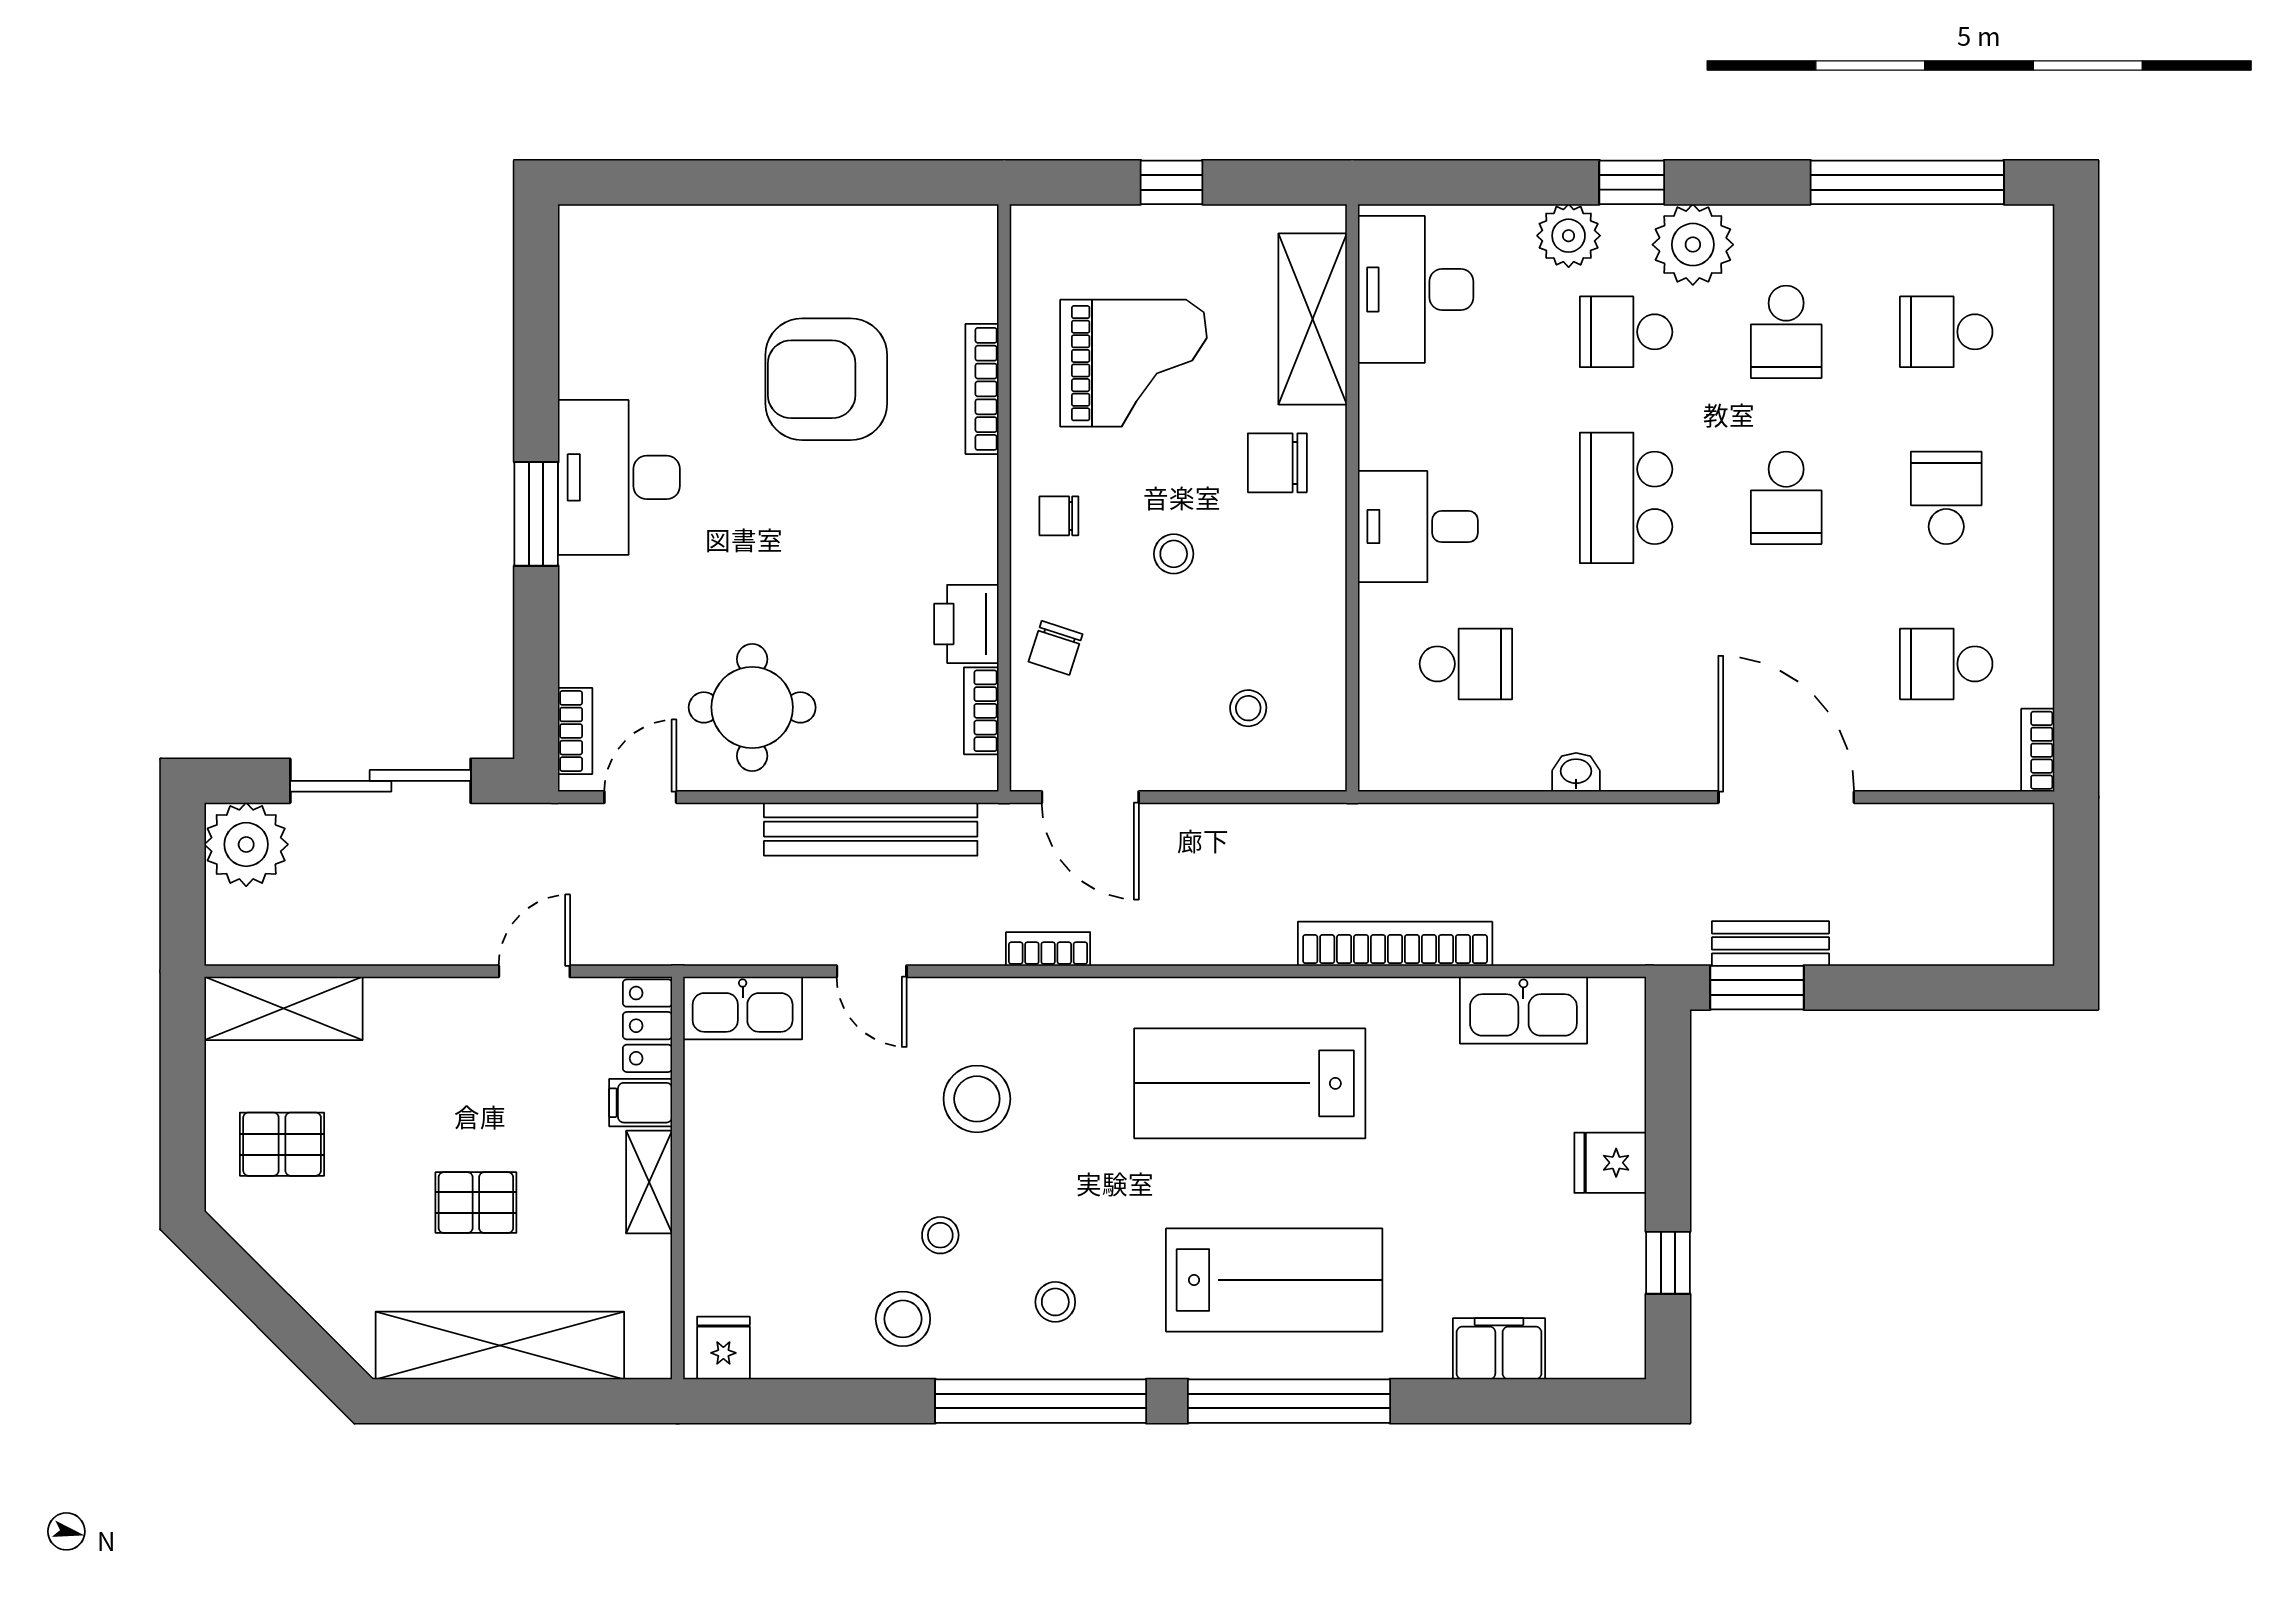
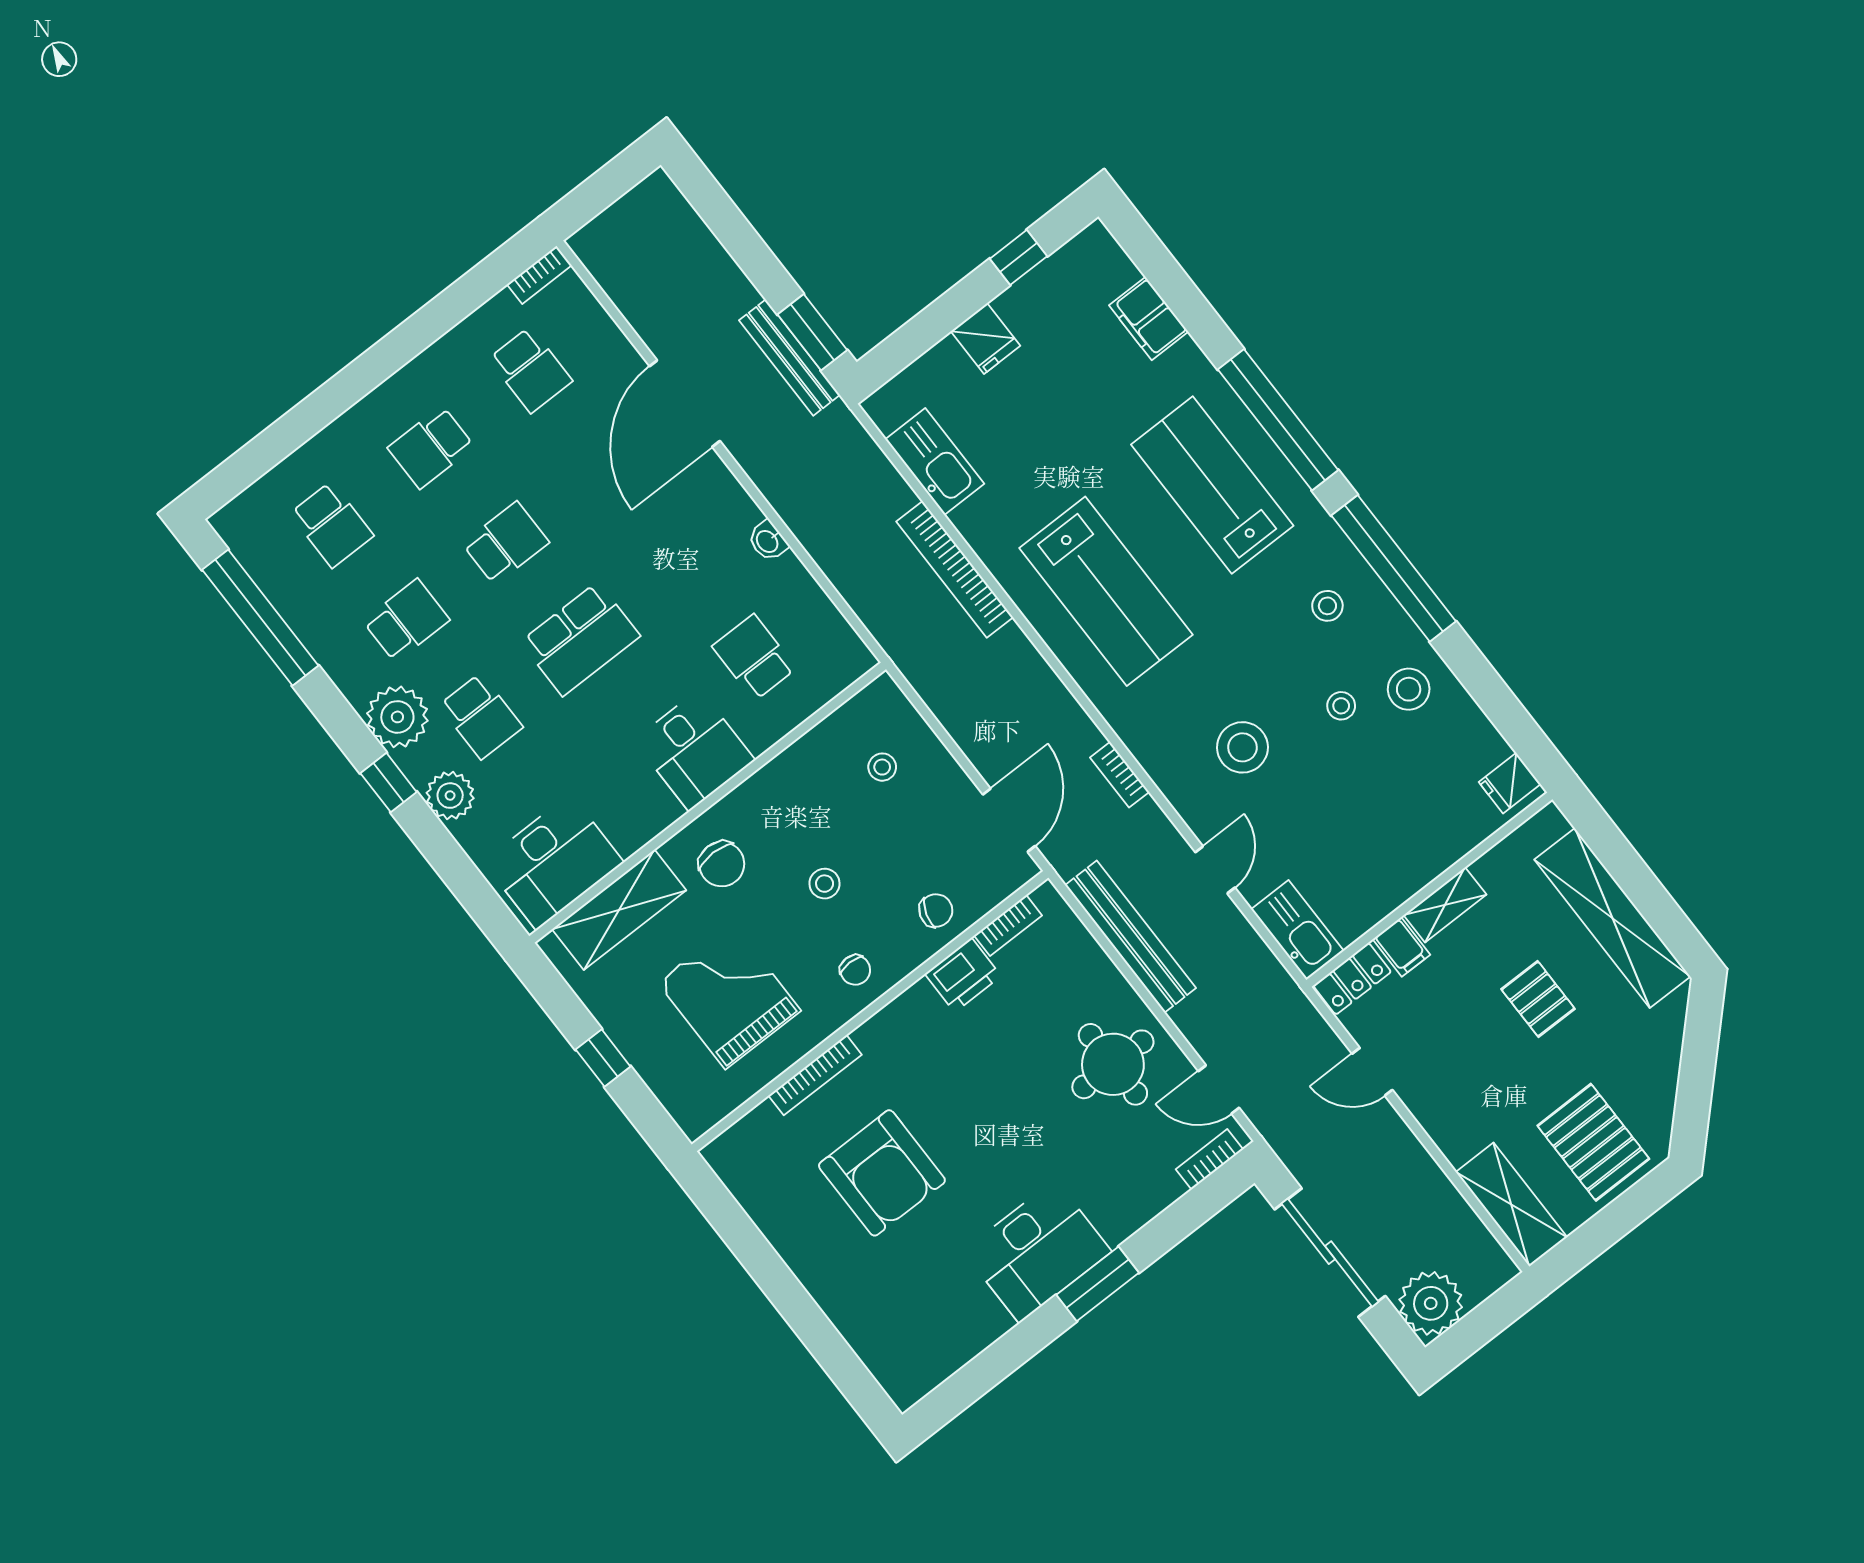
bench: (1770, 943) -> (790, 358), width x1.36
pallet: (282, 1144) -> (1593, 1142), width x1.50, depth x1.42

